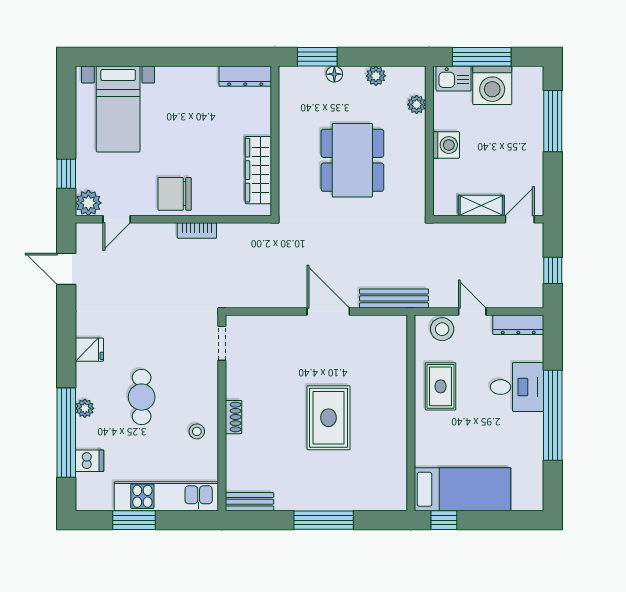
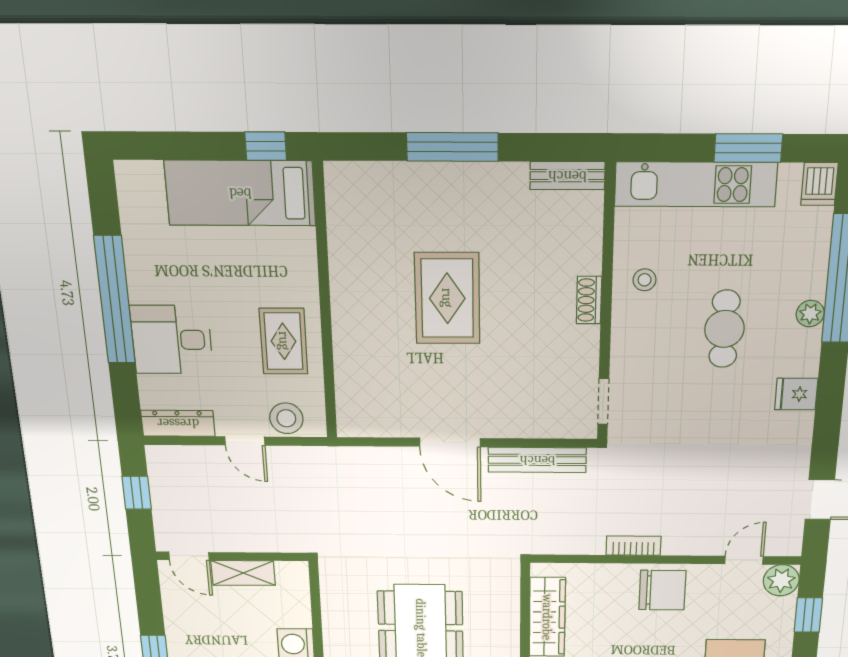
door: (520, 219) -> (189, 556), hinge flipped
bench: (394, 298) -> (537, 460), moved
dishwasher: (90, 461) -> (819, 184), moved, turned -90

